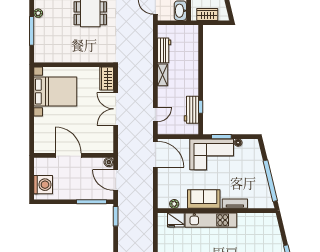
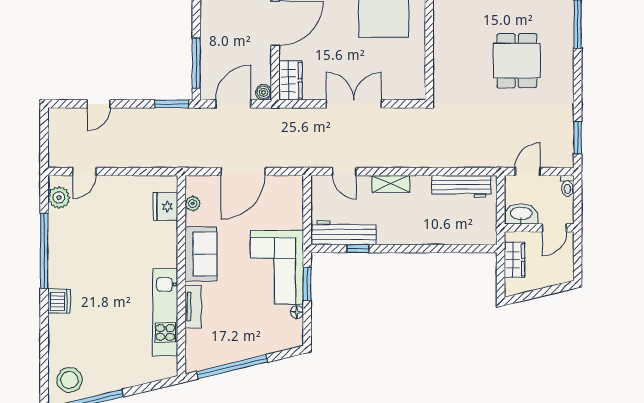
workbench: (164, 50) -> (462, 186), width x1.38
shelving: (163, 75) -> (391, 184), moved
wardrobe: (107, 79) -> (290, 80), moved, turned 90
workbench: (191, 110) -> (344, 233), width x1.37
door: (155, 154) -> (243, 172), moved
kitchen unit: (211, 220) -> (165, 312), moved

